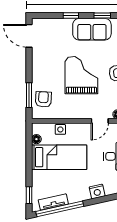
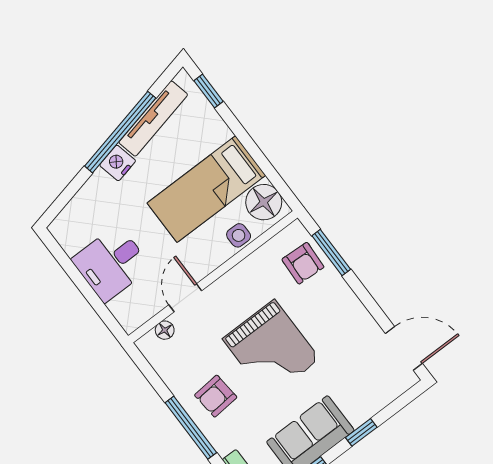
floor lamp: (36, 139) -> (264, 202), width x1.89, depth x1.89
nightstand: (97, 191) -> (118, 163), moved
tv unit: (53, 202) -> (153, 119), width x1.41
window: (60, 209) -> (120, 132), moved

